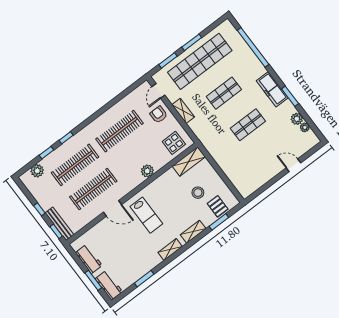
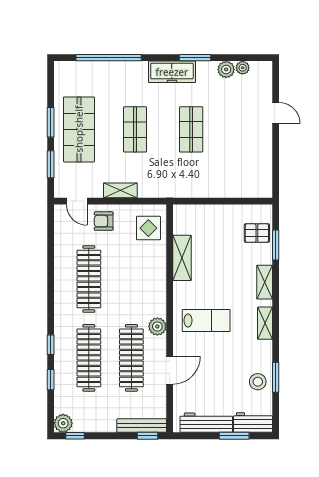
shop shelf: (200, 61) -> (79, 129), width x0.71
shelving: (189, 161) -> (182, 258), moved
door: (293, 165) -> (276, 113), swing flipped
plant: (37, 171) -> (63, 423), moved
plant: (147, 171) -> (157, 326), moved
stool: (198, 193) -> (258, 382), moved
door: (112, 208) -> (170, 370), moved
window: (39, 209) -> (75, 436), moved
workbench: (89, 259) -> (206, 423), width x1.38

